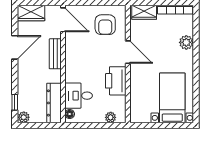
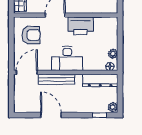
wardrobe: (31, 13) -> (21, 101), removed
bench: (55, 54) -> (57, 79), width x1.36
desk: (79, 96) -> (67, 59), moved, width x1.37
plant: (111, 117) -> (113, 54), moved

